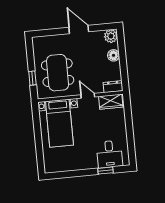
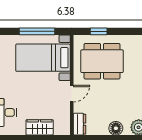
wardrobe: (111, 102) -> (40, 127), moved, turned 90
window: (38, 131) -> (37, 31), added

